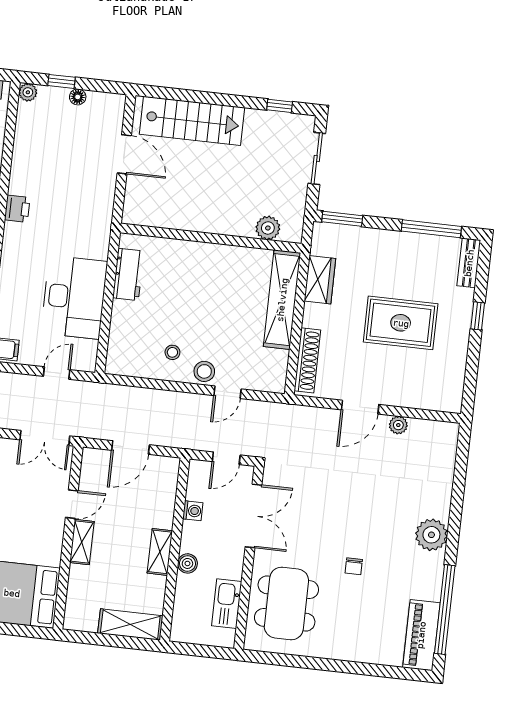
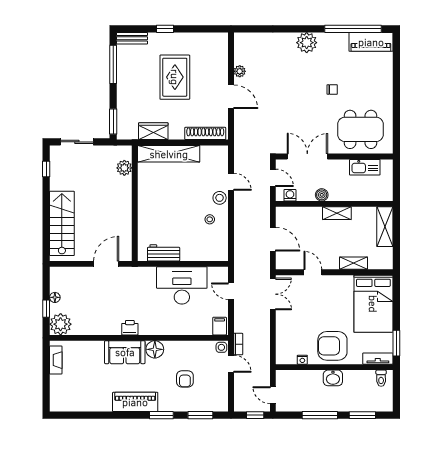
plant: (28, 92) -> (61, 324), width x1.87, depth x1.87
door: (124, 154) -> (106, 264), moved
washing machine: (193, 511) -> (290, 195), moved
shelving: (82, 542) -> (354, 263), moved
boiler: (187, 563) -> (322, 195), moved

